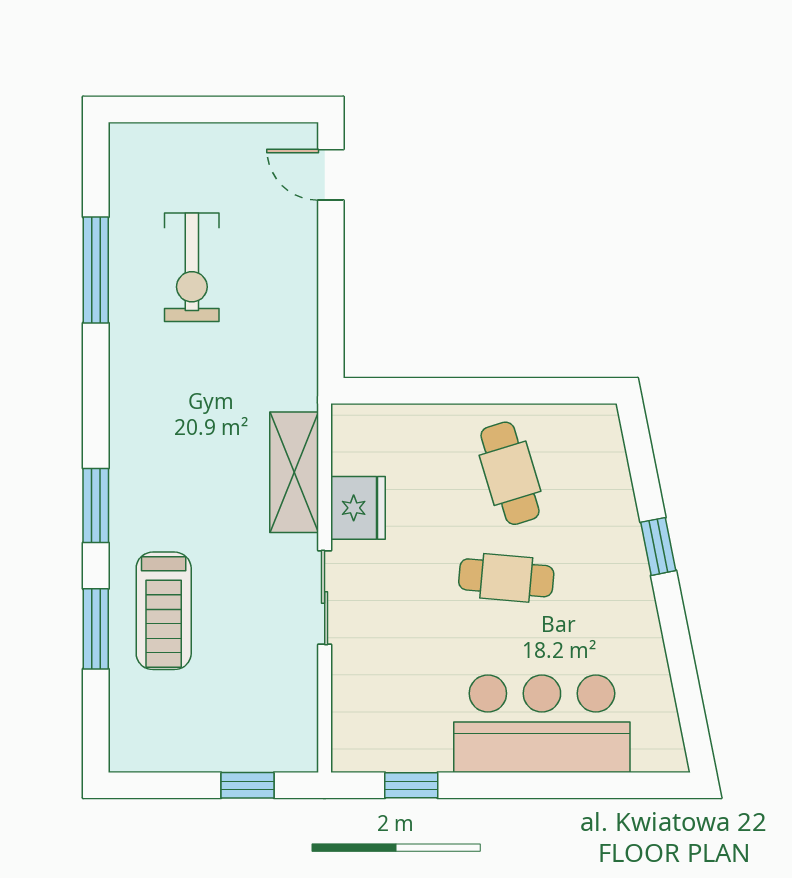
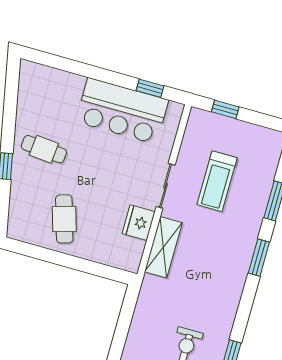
cafe table: (506, 578) -> (44, 149), moved
treadmill: (164, 611) -> (217, 181), moved, turned 180
bar counter: (542, 724) -> (122, 111), moved

